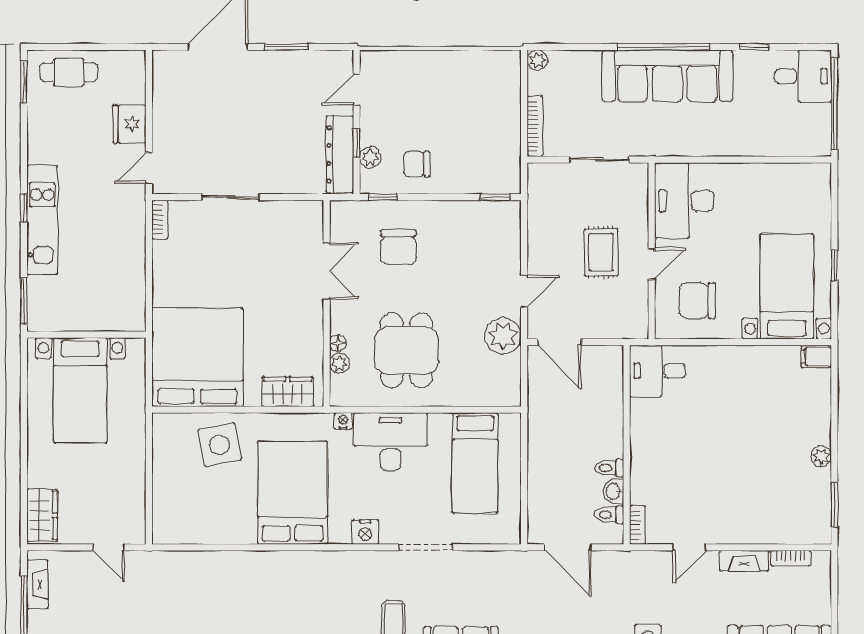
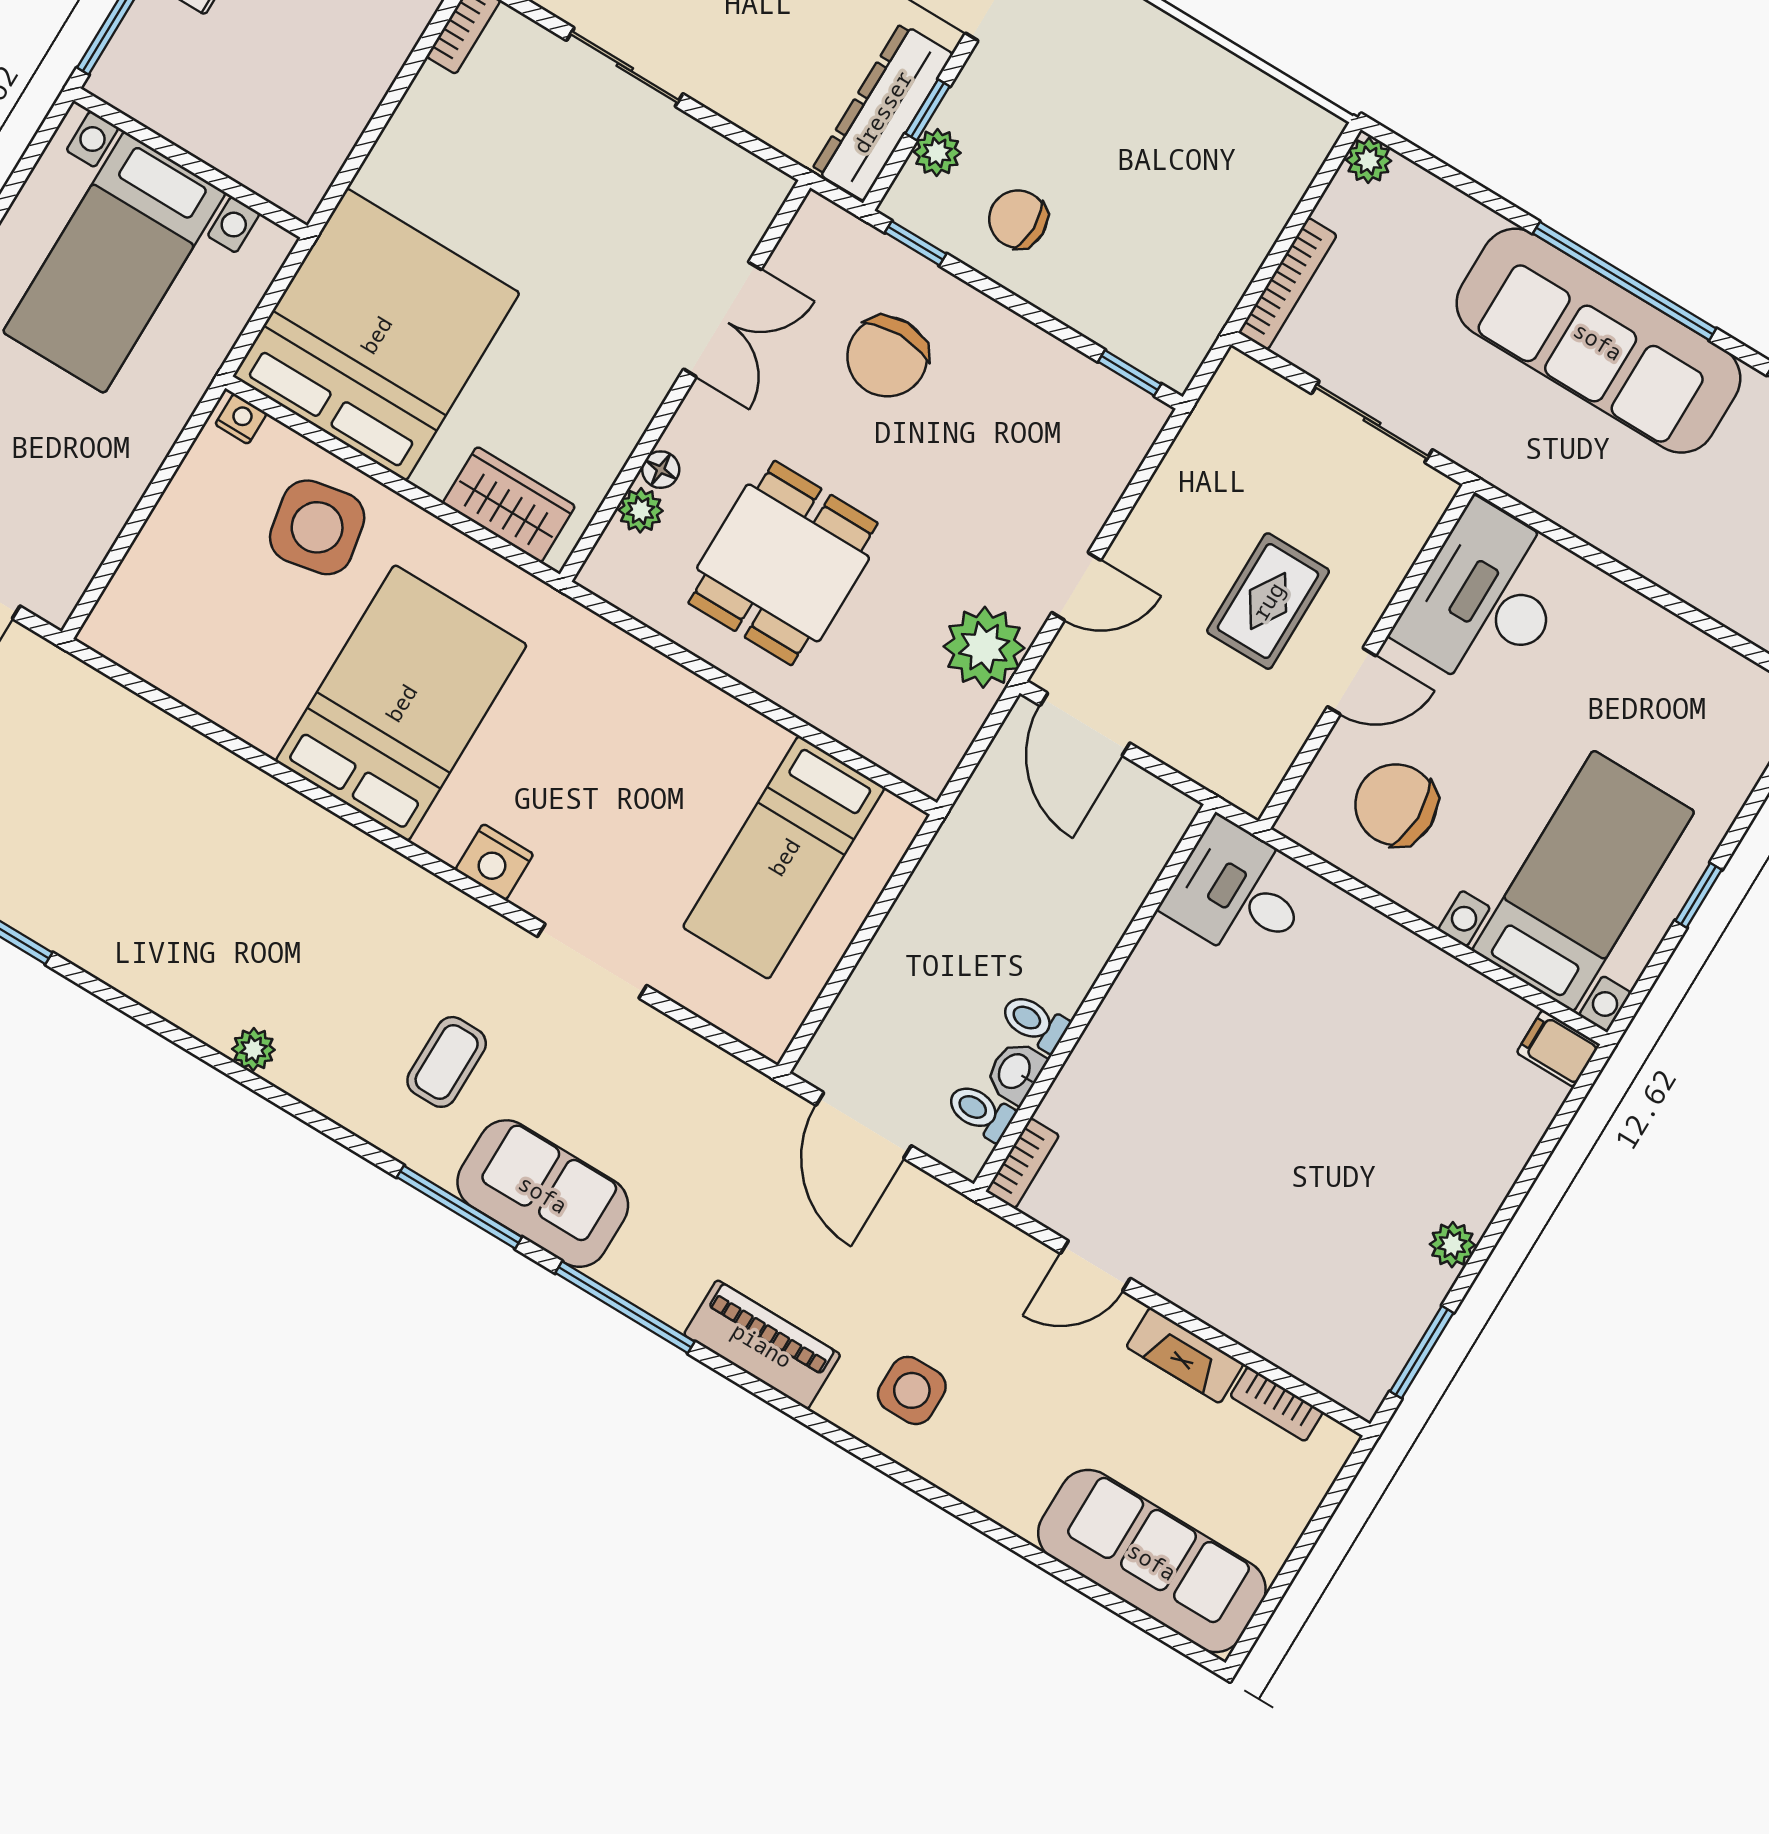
nightstand: (343, 421) -> (241, 419), moved
desk: (391, 442) -> (647, 719), removed

